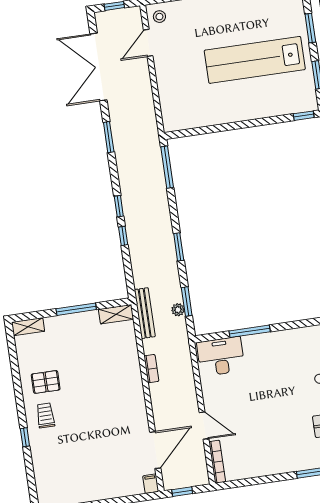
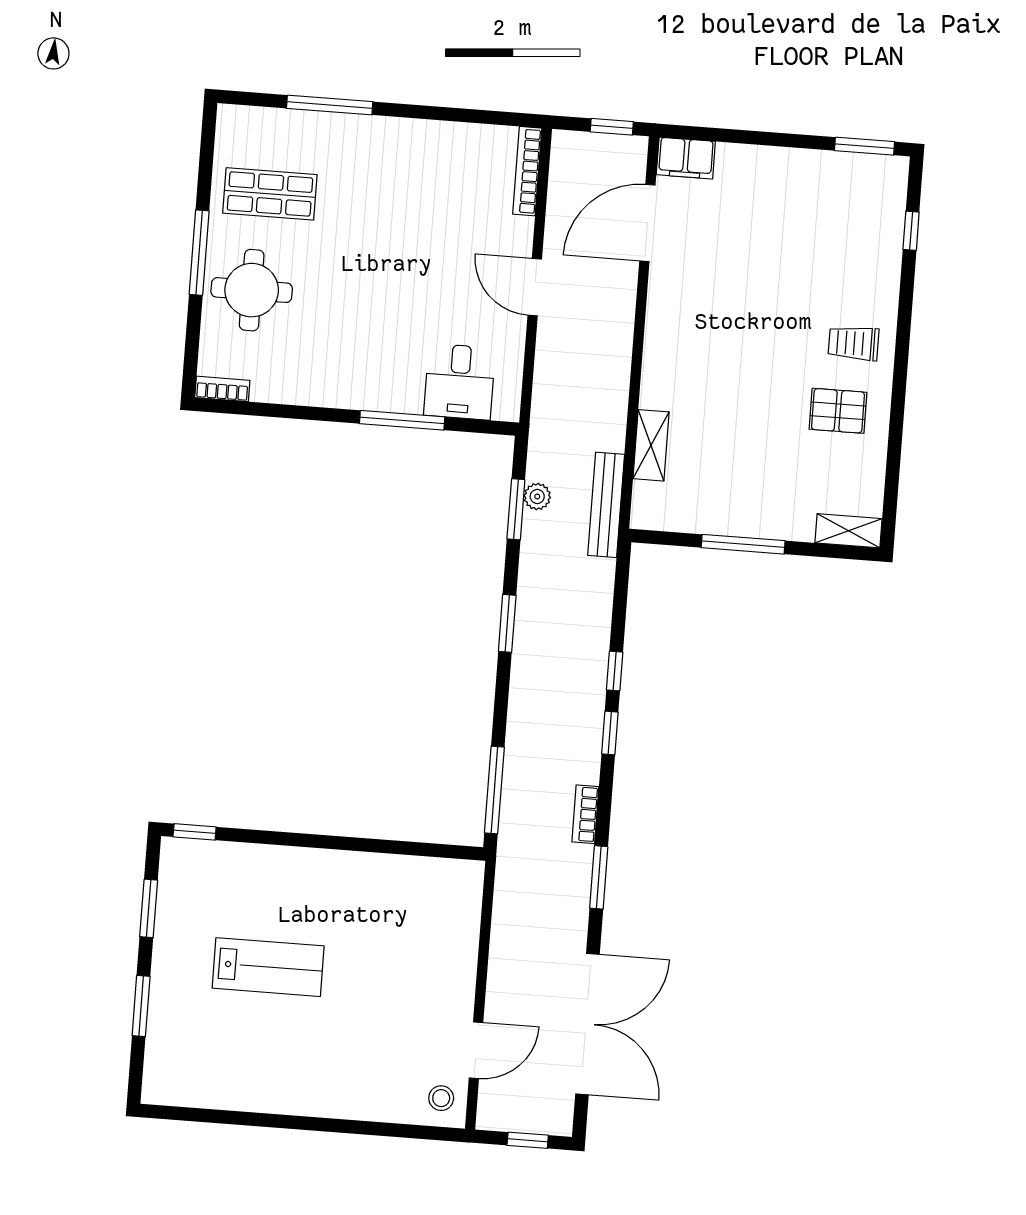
lab bench: (255, 60) -> (268, 967), width x0.54, depth x0.72
shelving: (116, 314) -> (651, 445), moved, turned 90
desk: (221, 356) -> (460, 382), width x0.73
bookcase: (151, 369) -> (585, 814), moved
trolley: (45, 415) -> (854, 343), turned 90
door: (204, 425) -> (535, 287), moved
window: (25, 437) -> (911, 231), moved
filing cabinet: (151, 484) -> (686, 158), width x2.00

